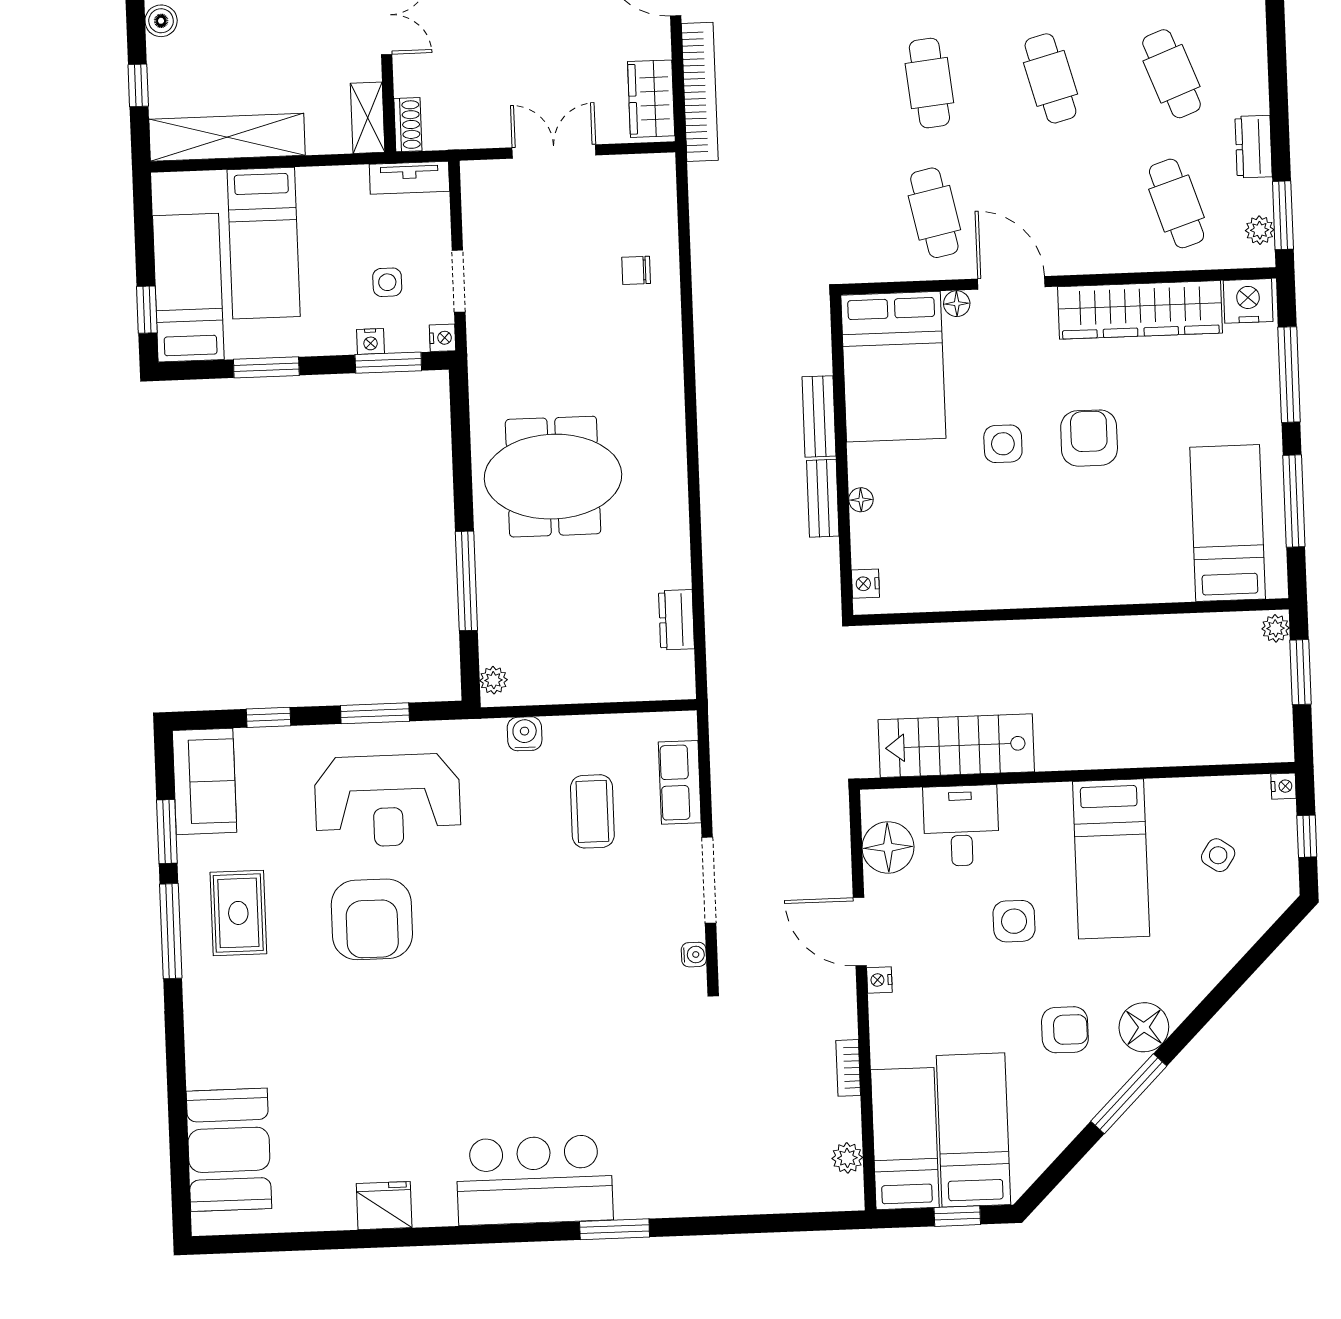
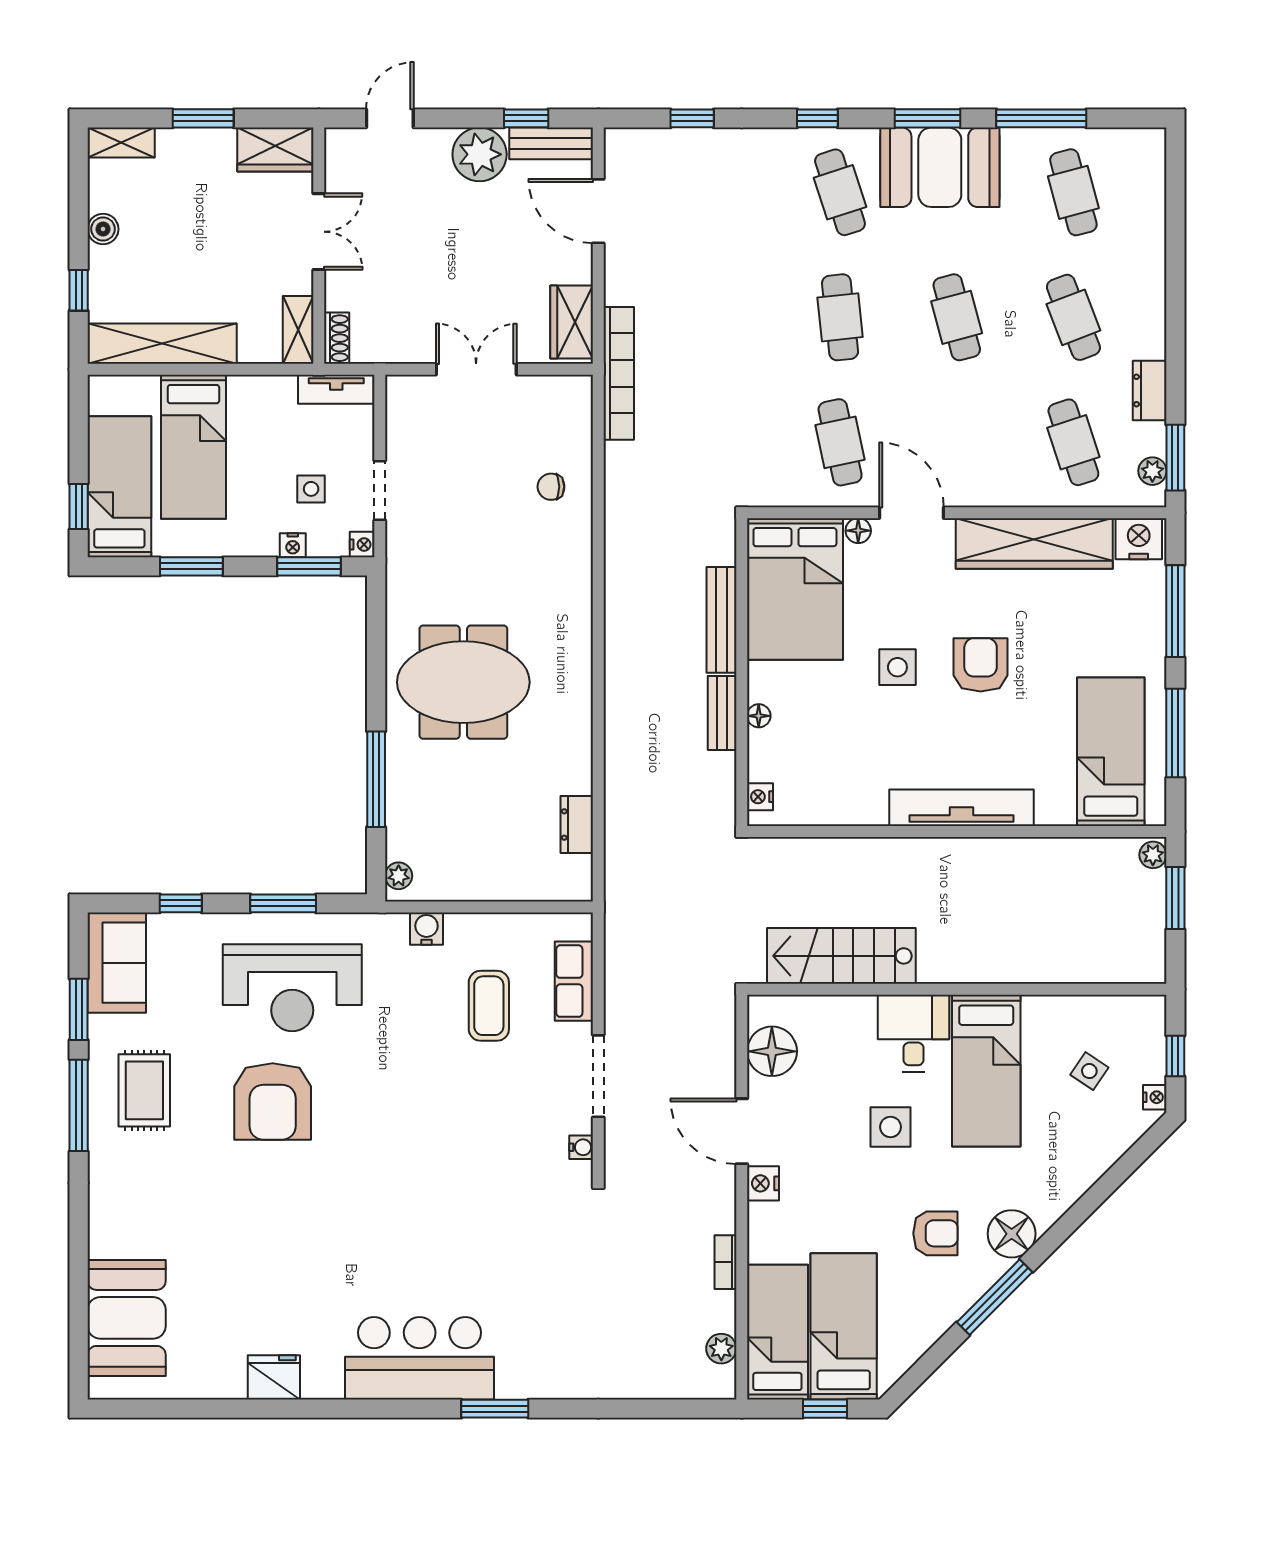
bookcase: (700, 92) -> (619, 373), moved
bench: (819, 416) -> (721, 620), width x1.36
tv unit: (1075, 587) -> (961, 808), added
nightstand: (1283, 786) -> (1155, 1097), moved
desk: (961, 826) -> (913, 1033), moved
nightstand: (879, 980) -> (763, 1183), width x1.39, depth x1.35

